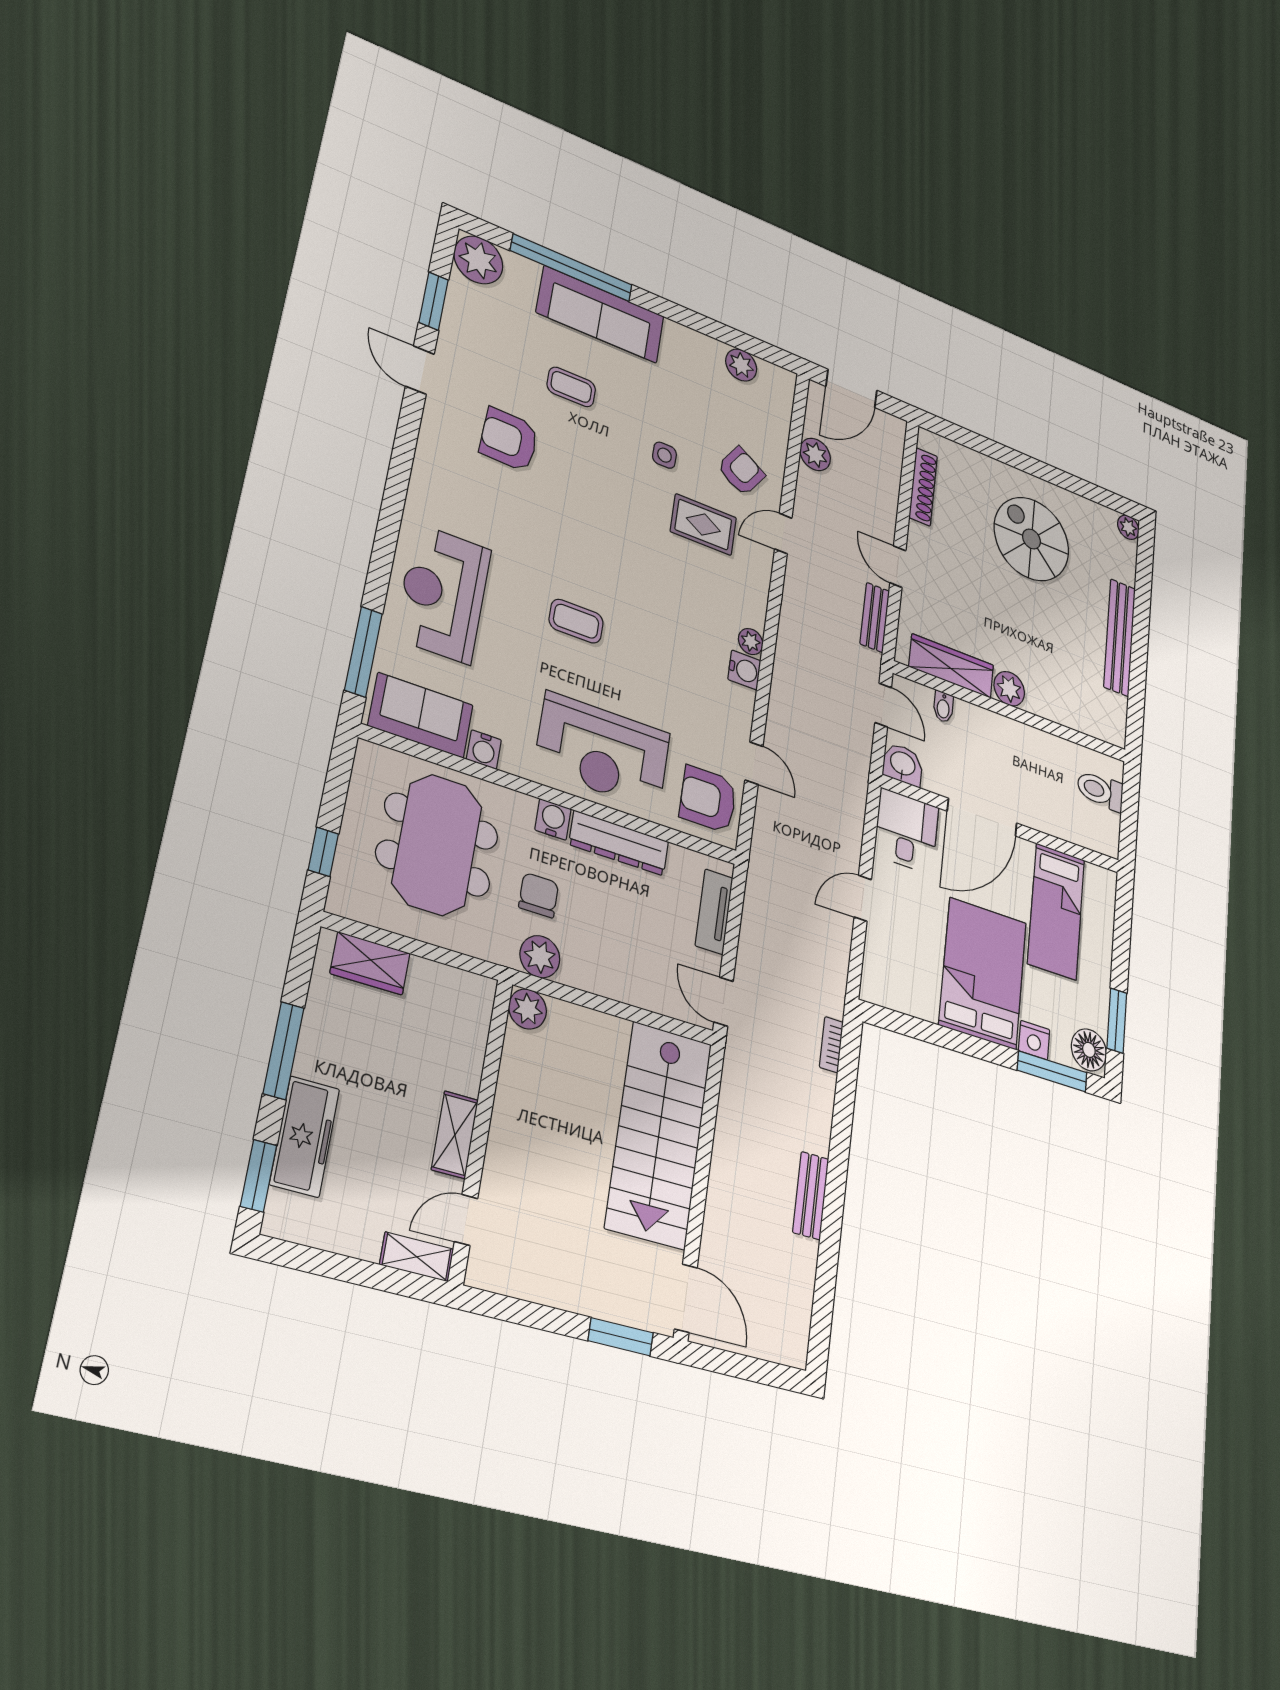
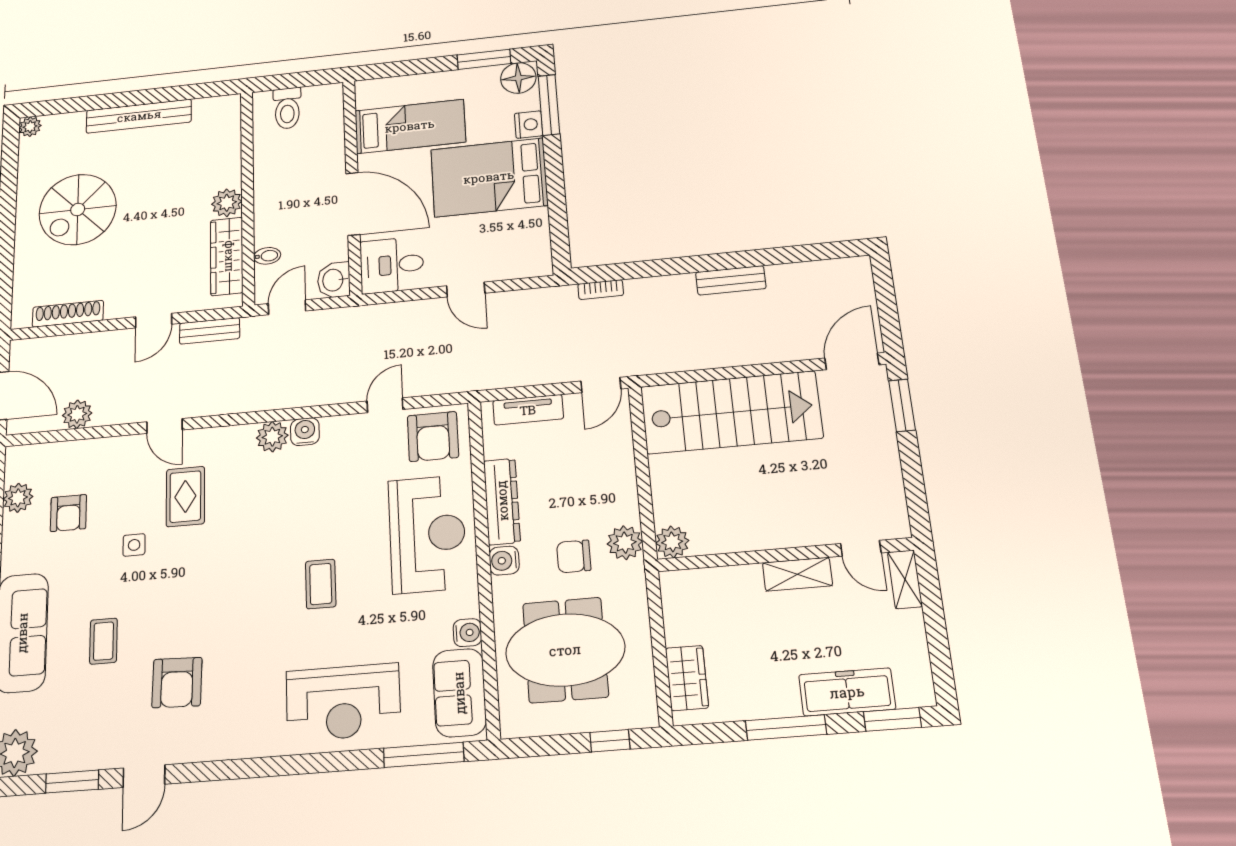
armchair: (741, 471) -> (68, 513), moved, turned -122
plant: (751, 642) -> (272, 437), width x1.38, depth x1.38

